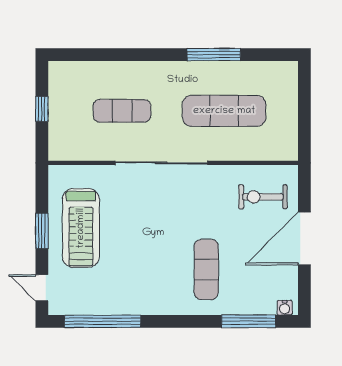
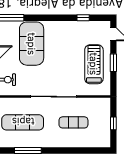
exercise mat: (206, 269) -> (32, 44), width x2.00, depth x1.45
window: (102, 321) -> (83, 18), width x0.32

